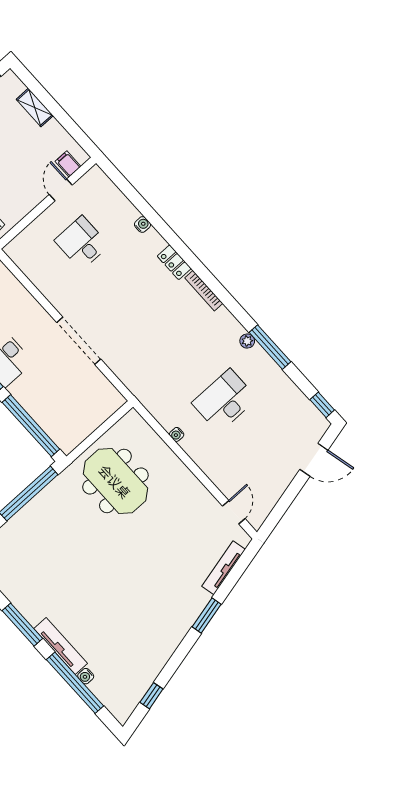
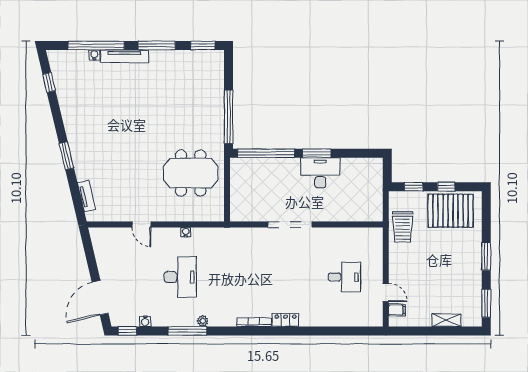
water cooler: (142, 225) -> (145, 321), moved
door: (314, 460) -> (100, 298), width x1.36
door: (234, 512) -> (141, 225), moved
tv unit: (224, 568) -> (86, 196), width x0.71

